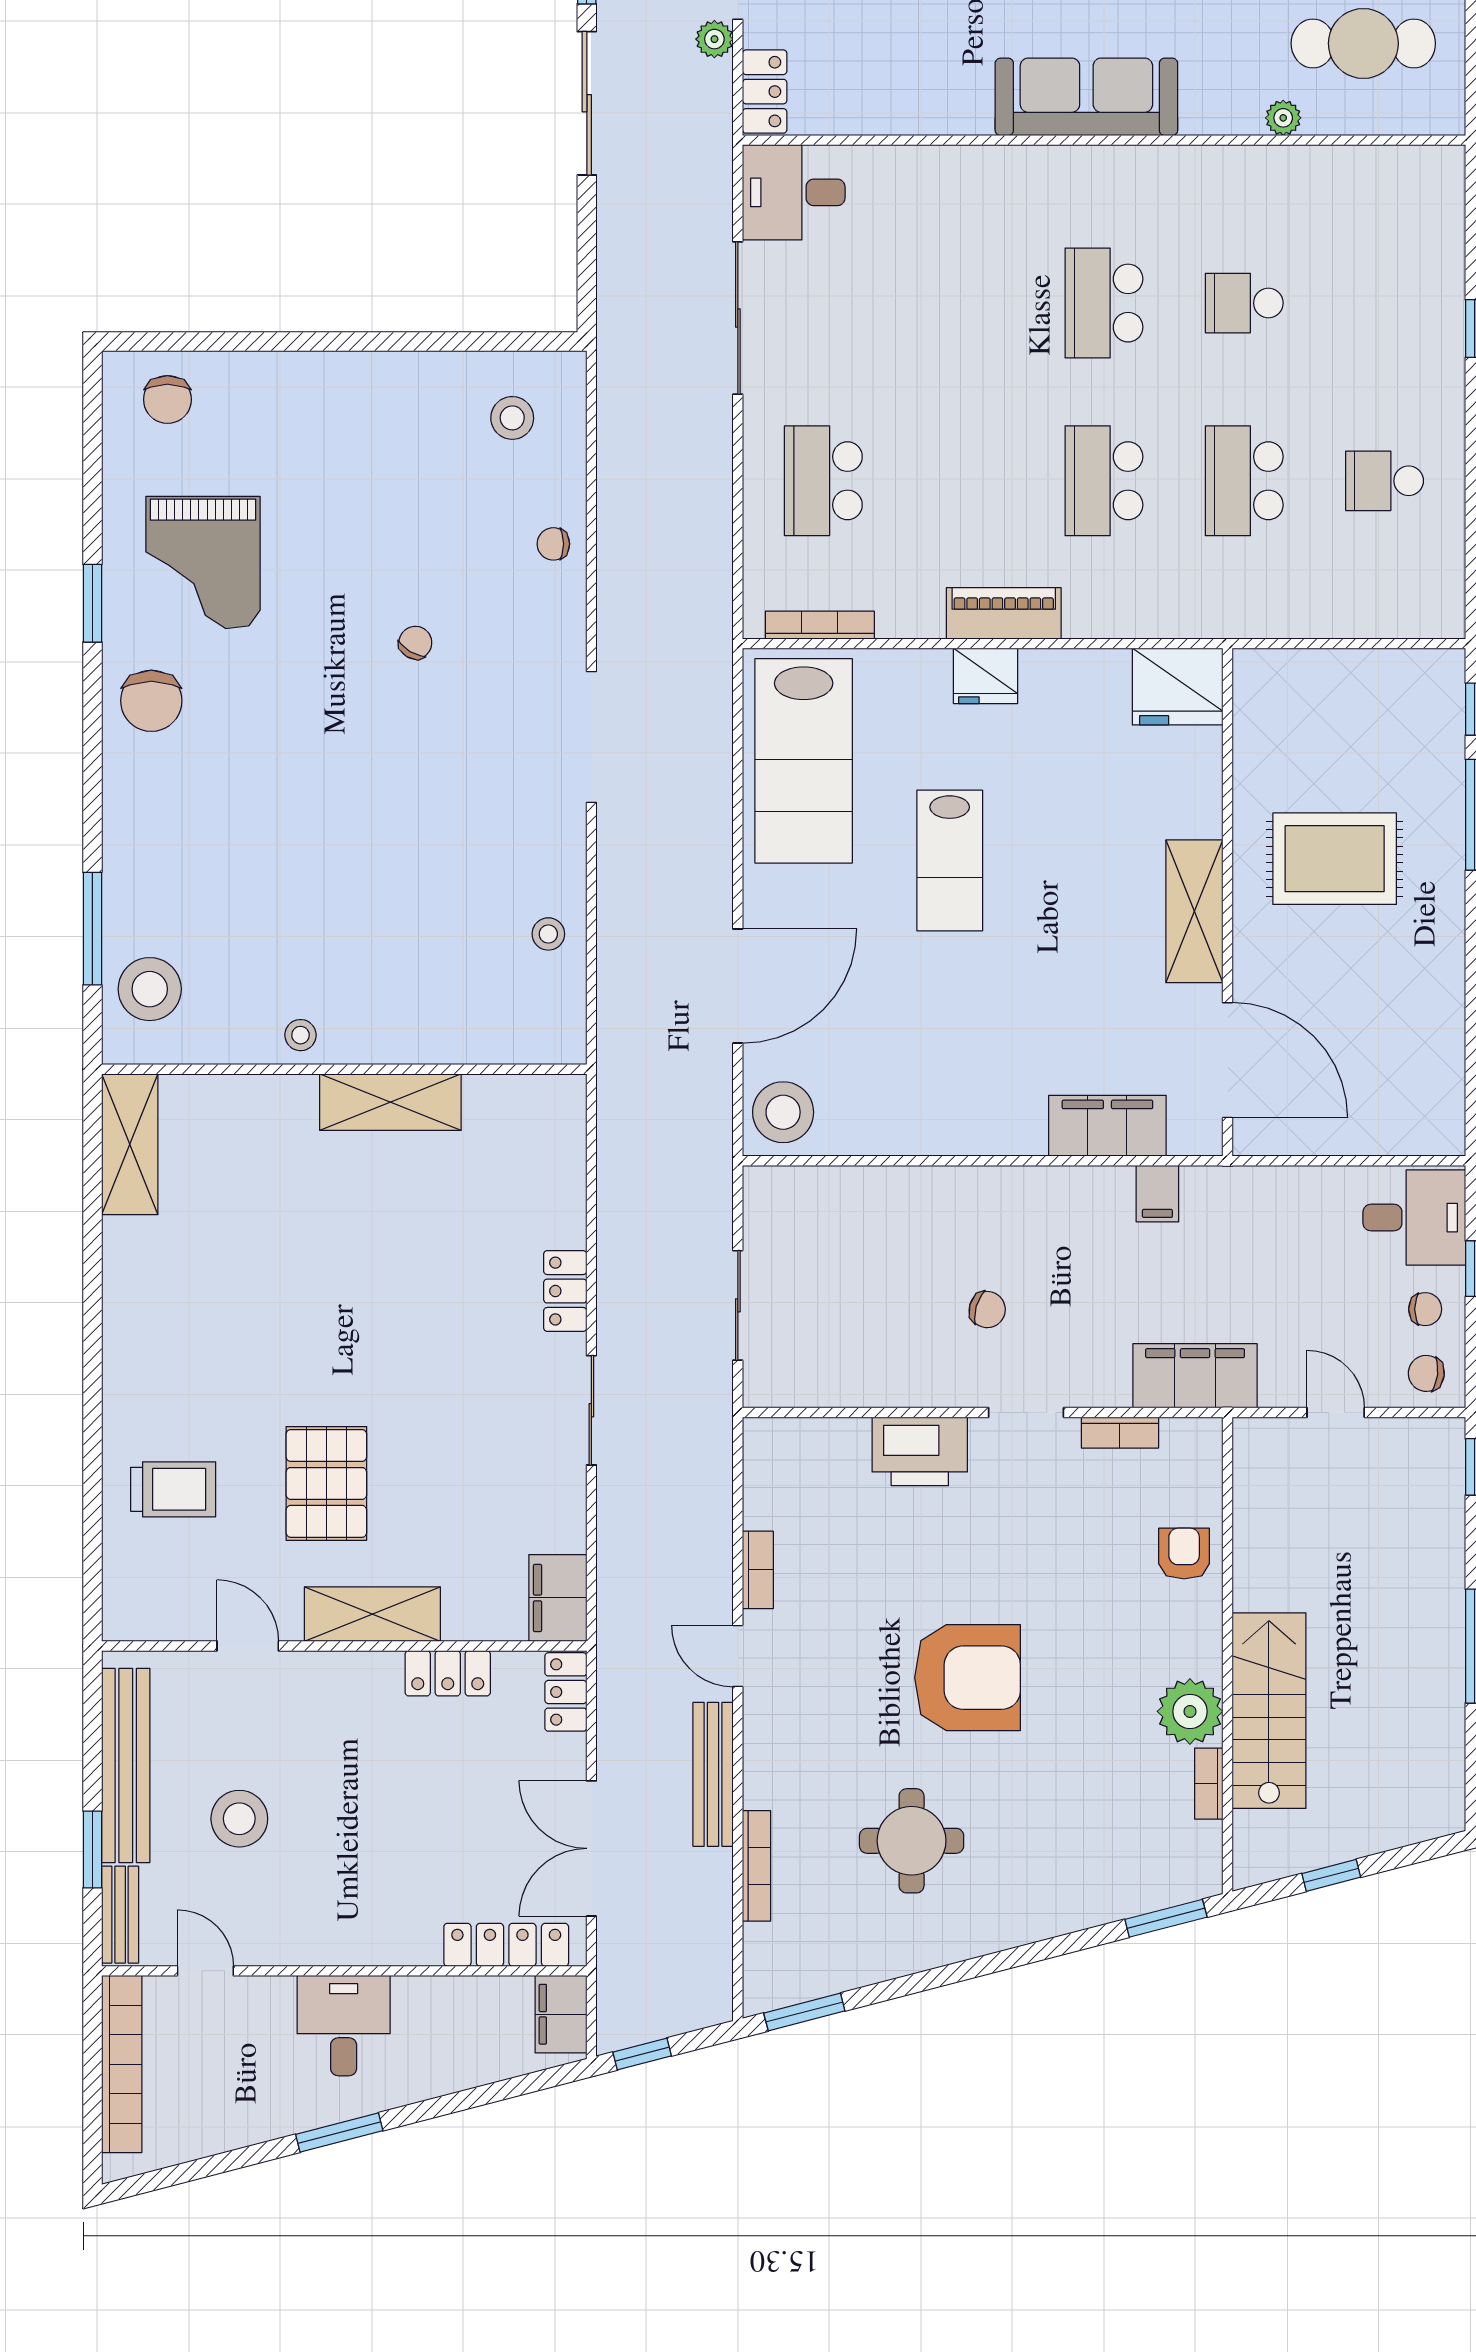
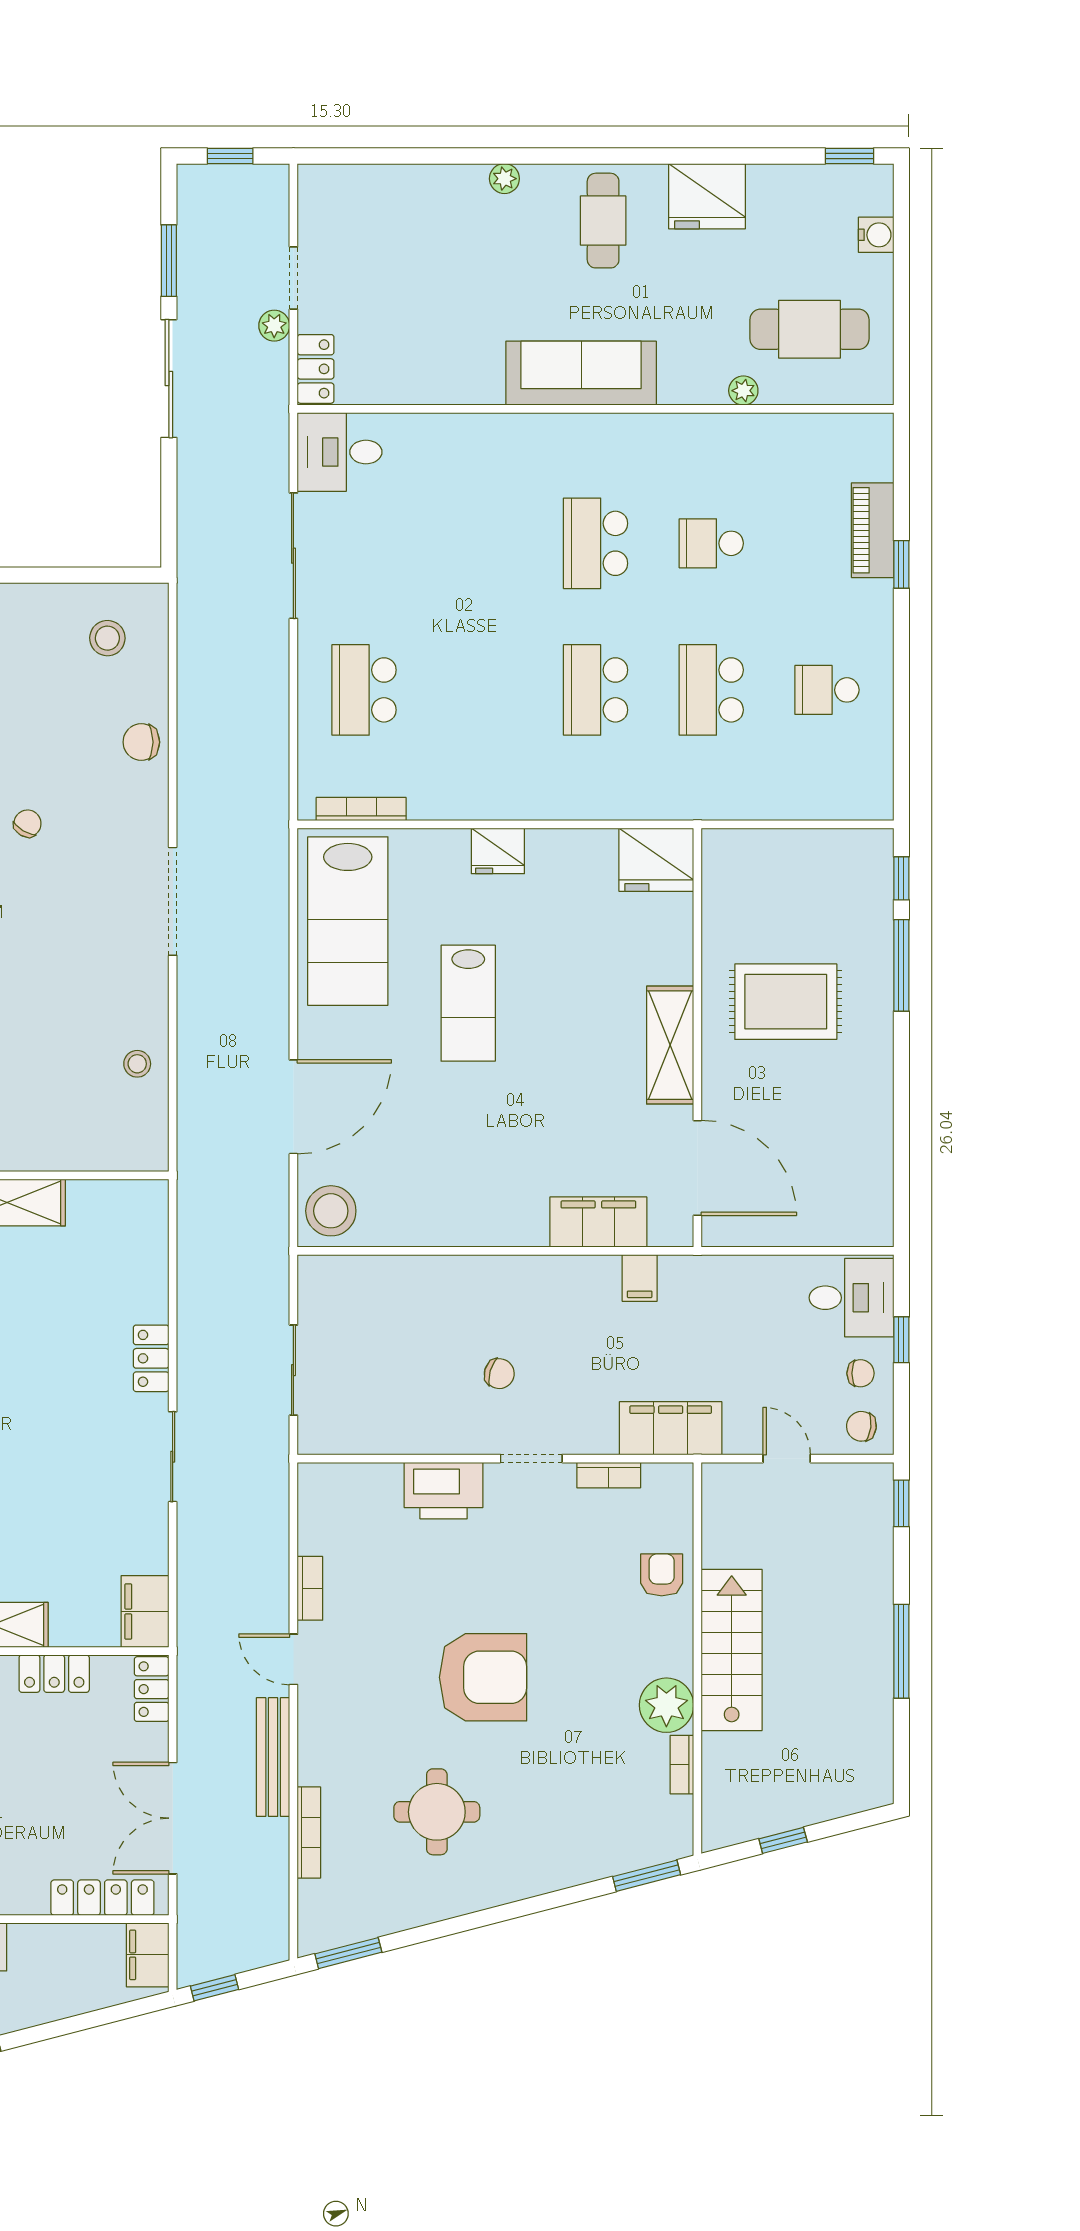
chair: (553, 544) -> (141, 742), width x1.37, depth x1.37
piano: (1004, 613) -> (873, 530), moved, turned -90
stairs: (1269, 1711) -> (732, 1650), moved

